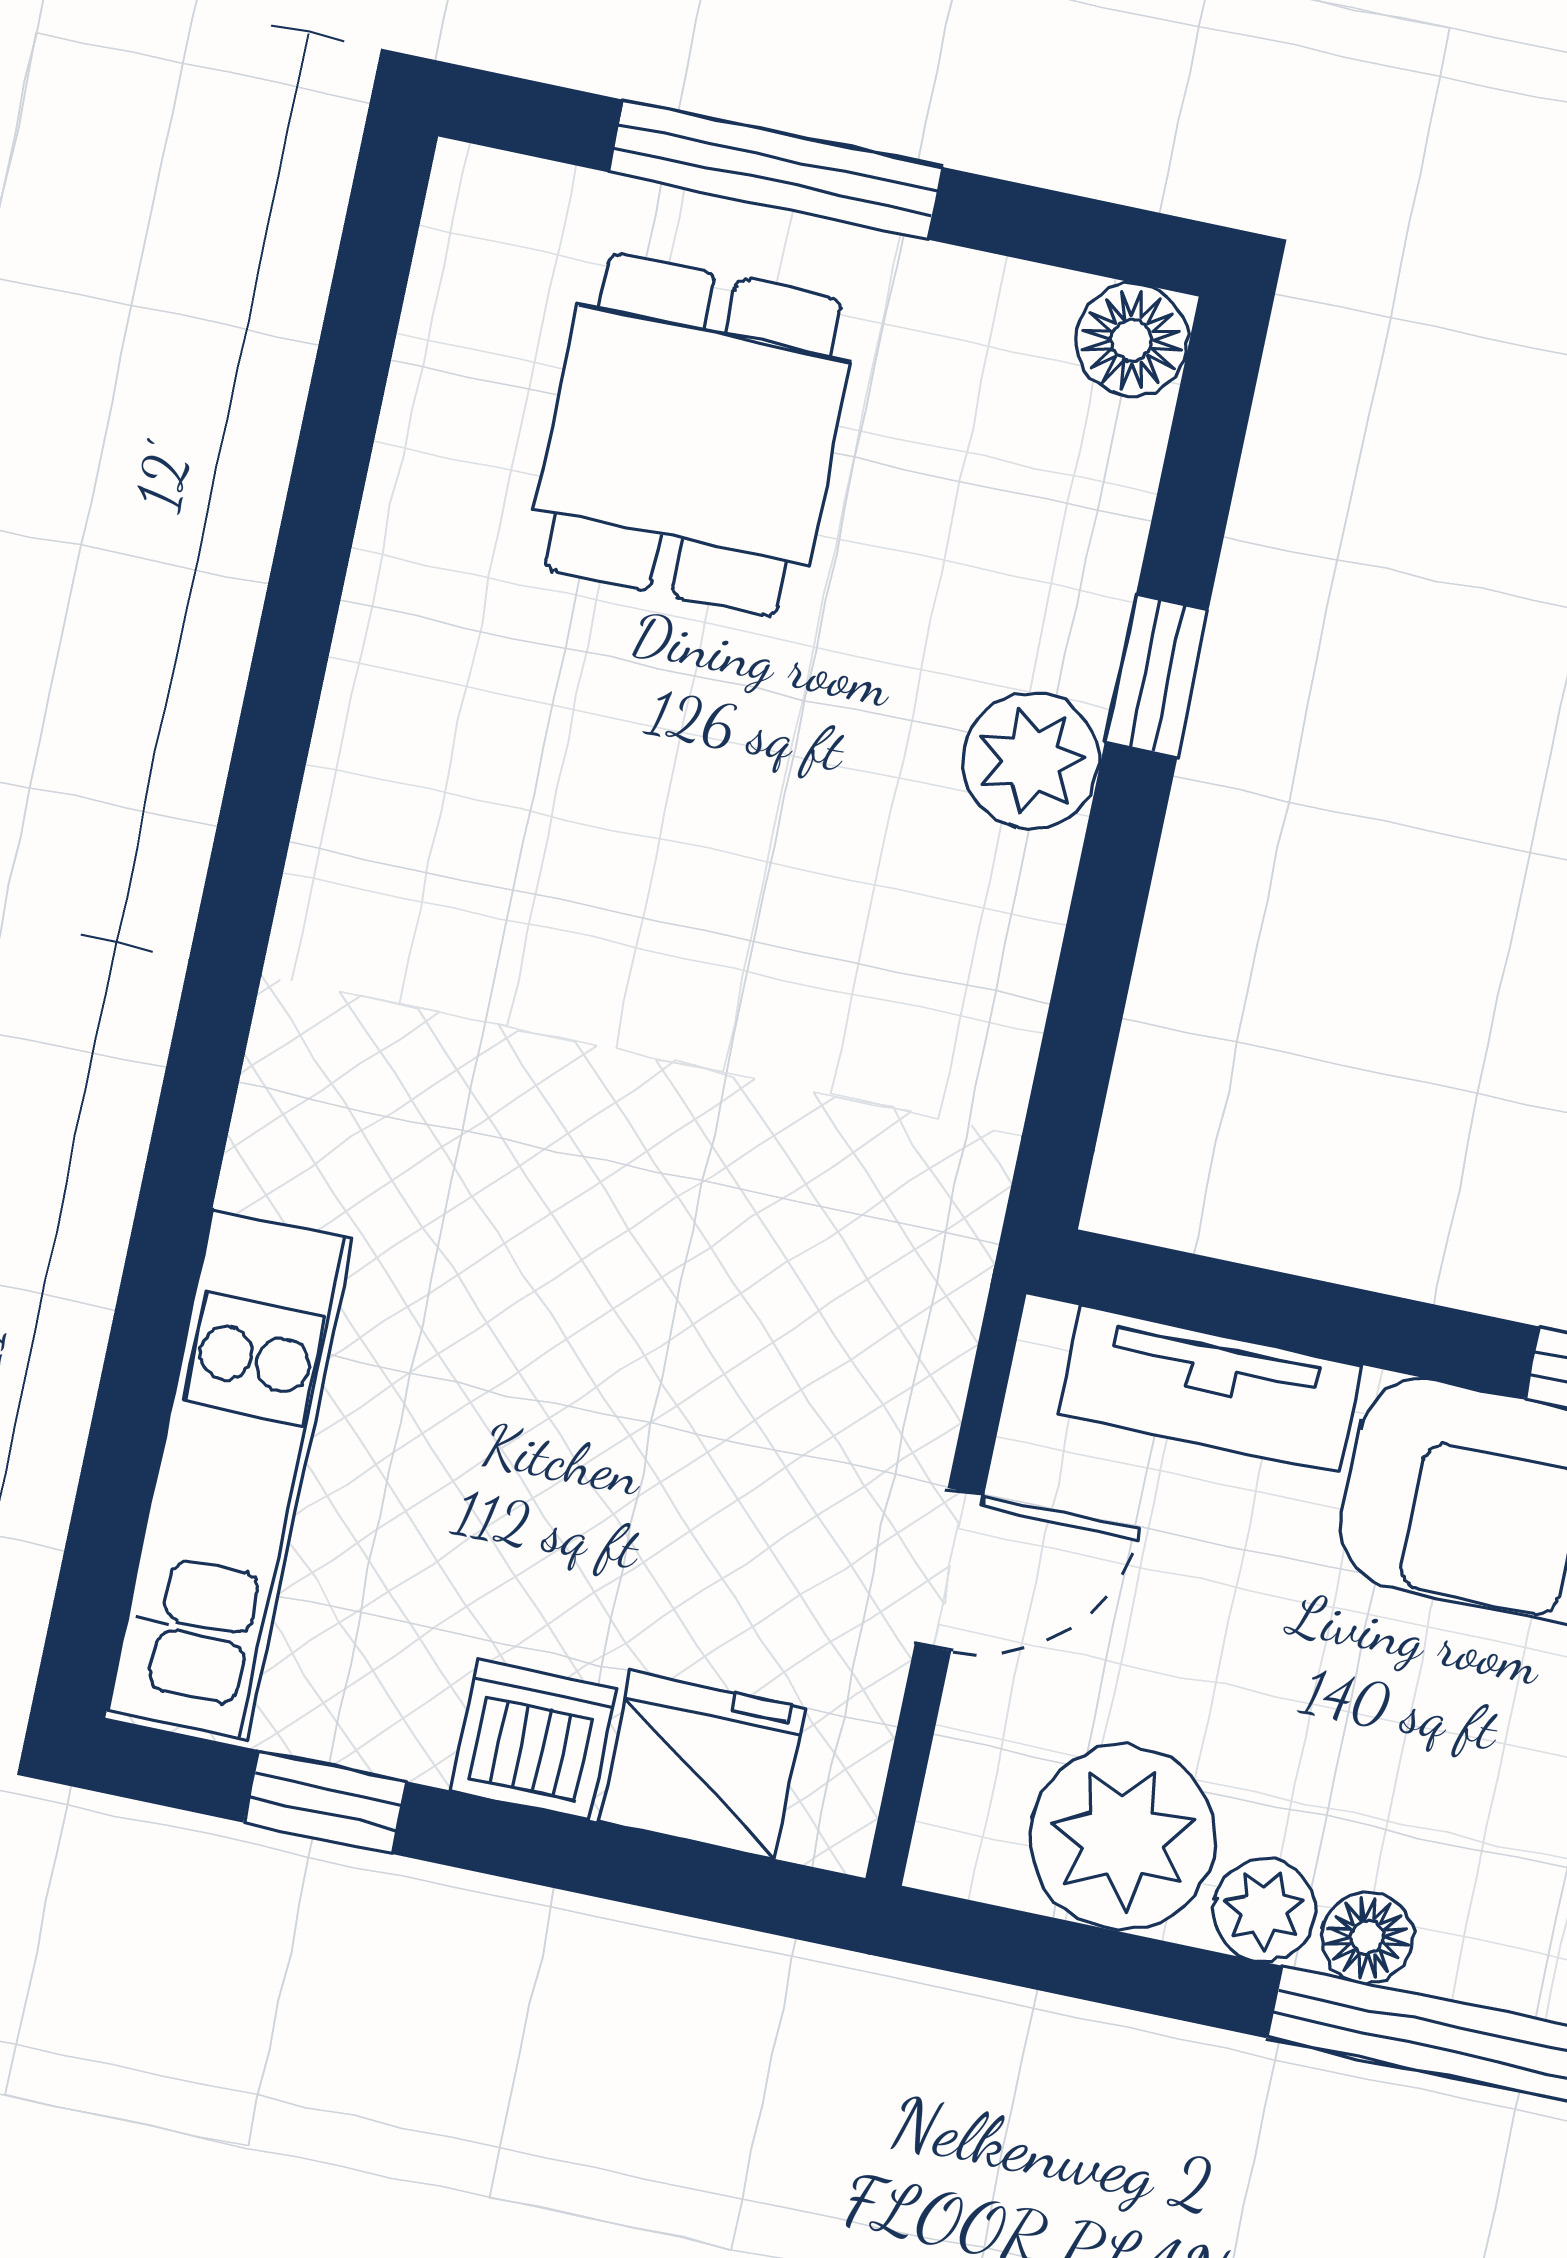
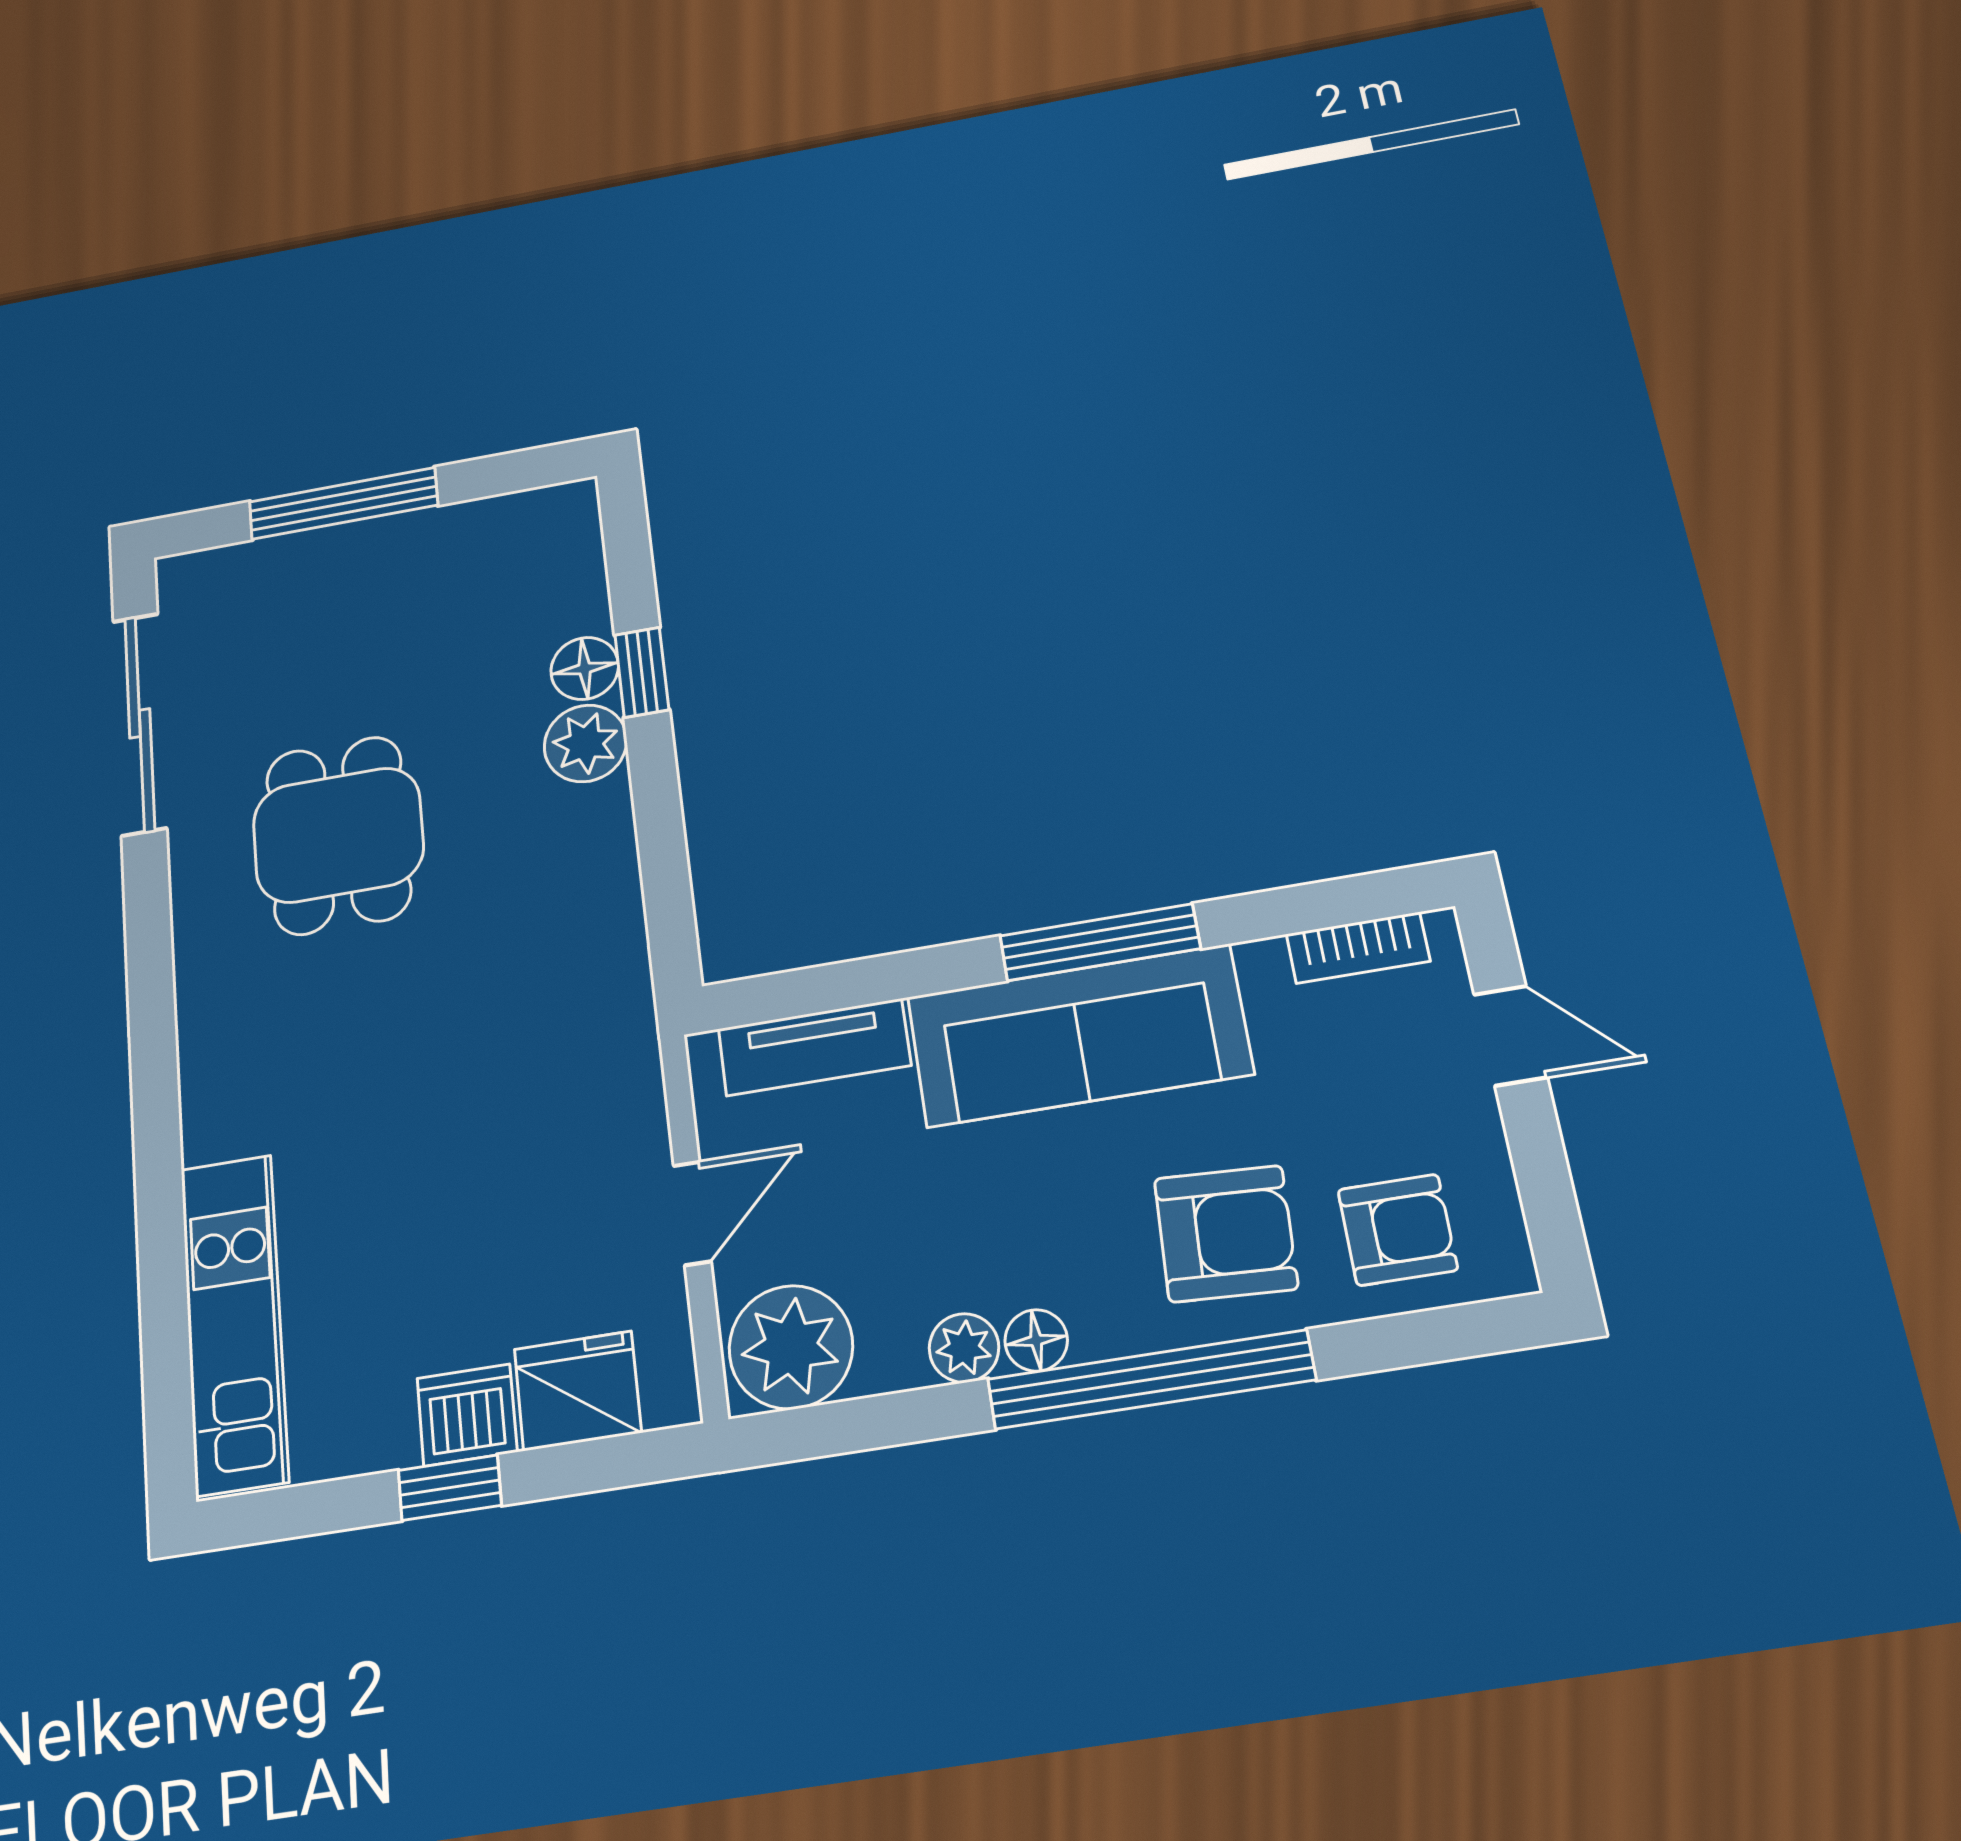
floor lamp: (1132, 340) -> (585, 668), moved
sliding door: (338, 431) -> (140, 723), added
dining table: (693, 435) -> (338, 835), moved
window: (325, 1802) -> (450, 1488), moved
plant: (1123, 1838) -> (791, 1347), moved

